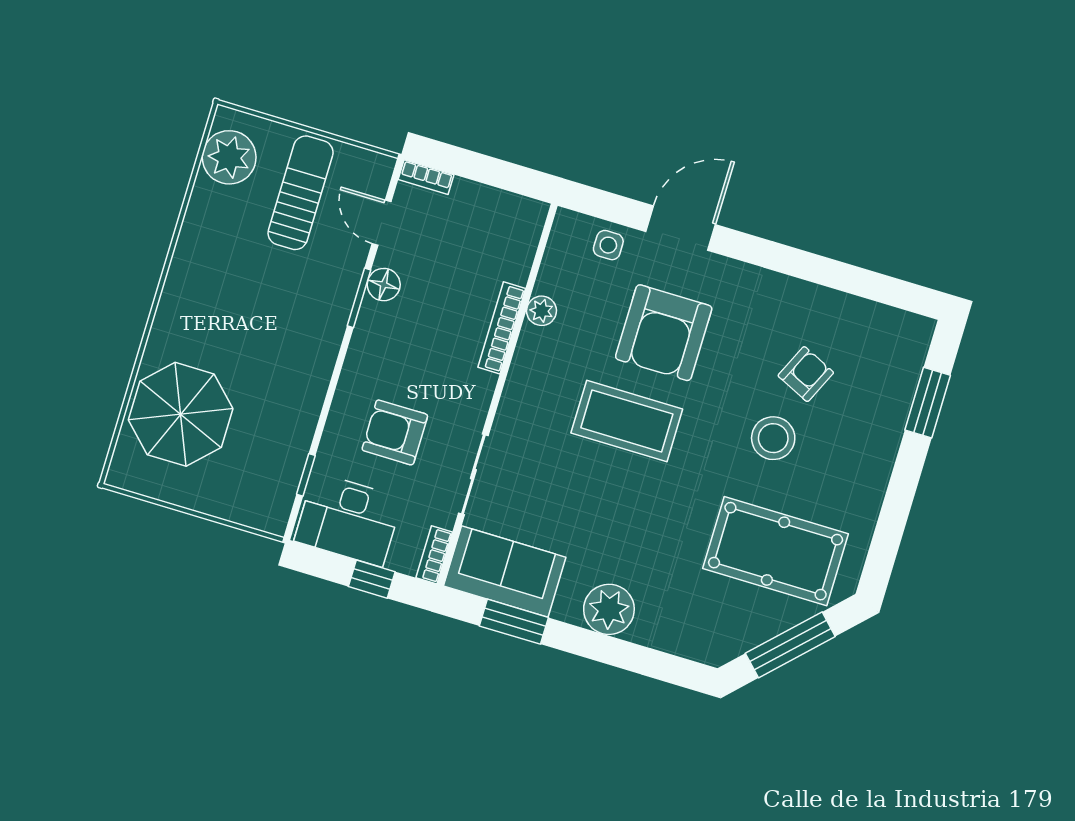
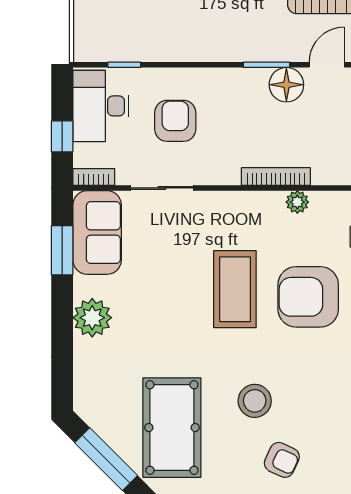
floor lamp: (384, 285) -> (286, 85), width x1.38, depth x1.38
armchair: (806, 374) -> (282, 460), moved

